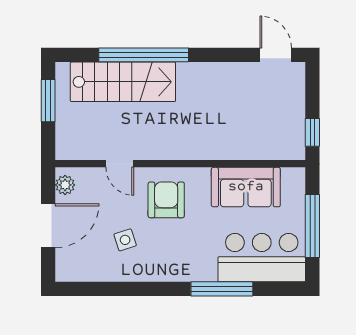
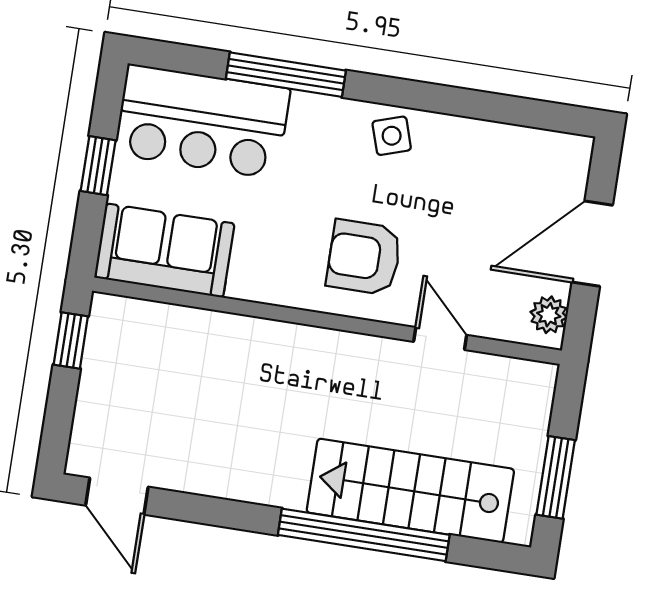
sofa: (246, 187) -> (165, 251), moved
armchair: (166, 200) -> (364, 257), turned 90
window: (312, 226) -> (98, 166), width x0.46
side table: (125, 240) -> (392, 136), moved

